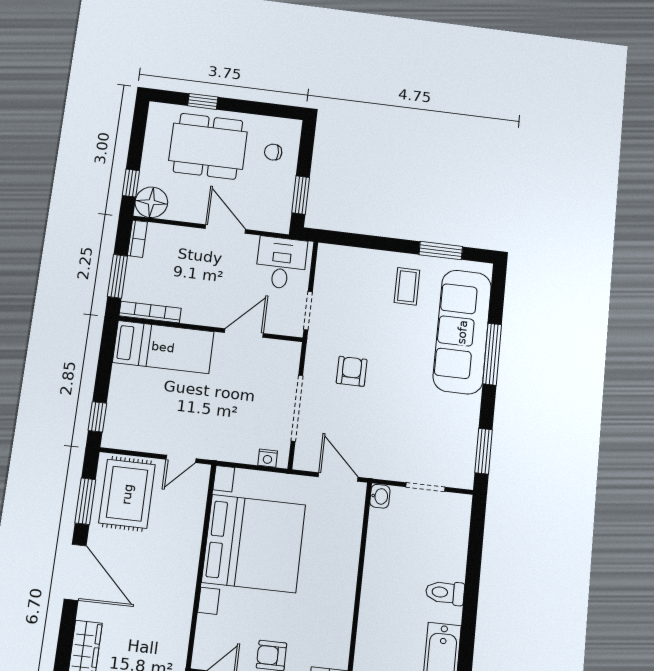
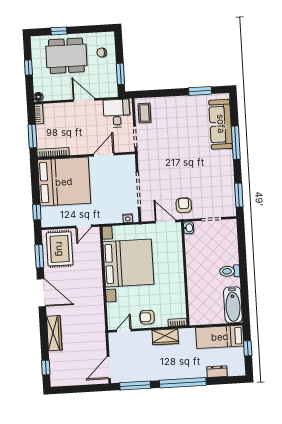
window: (131, 183) -> (28, 67), moved
floor lamp: (151, 202) -> (38, 97), width x0.53, depth x0.53
coffee table: (407, 286) -> (145, 113), moved
sofa: (462, 332) -> (221, 124), width x0.74, depth x0.79
bed: (163, 347) -> (64, 182), width x2.04
armchair: (352, 371) -> (184, 205), moved

